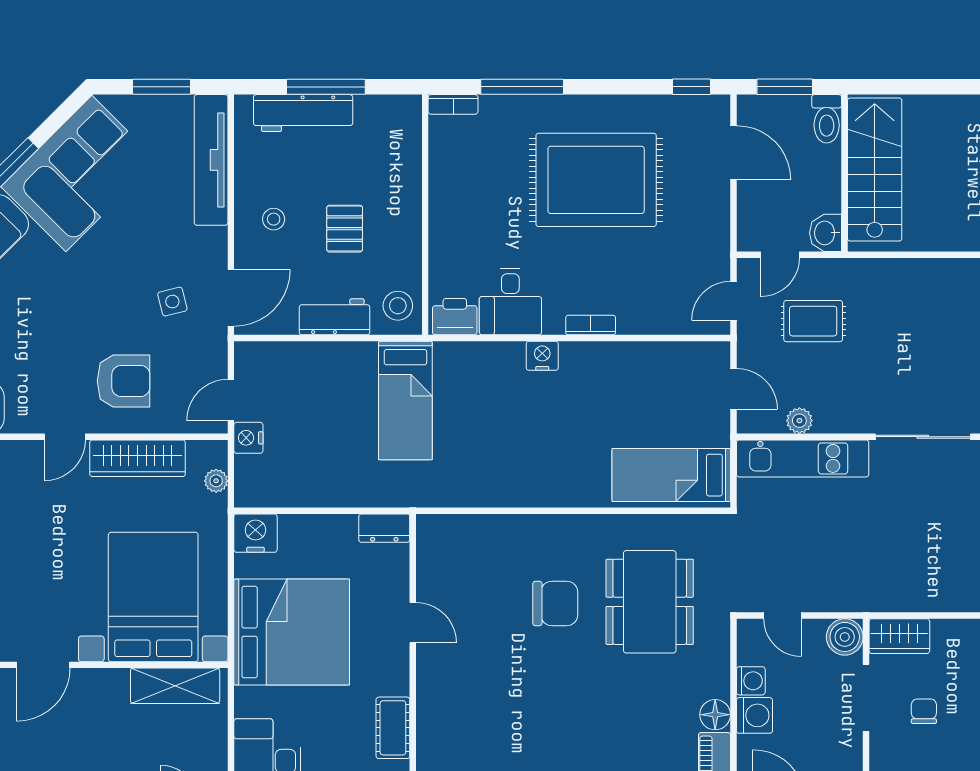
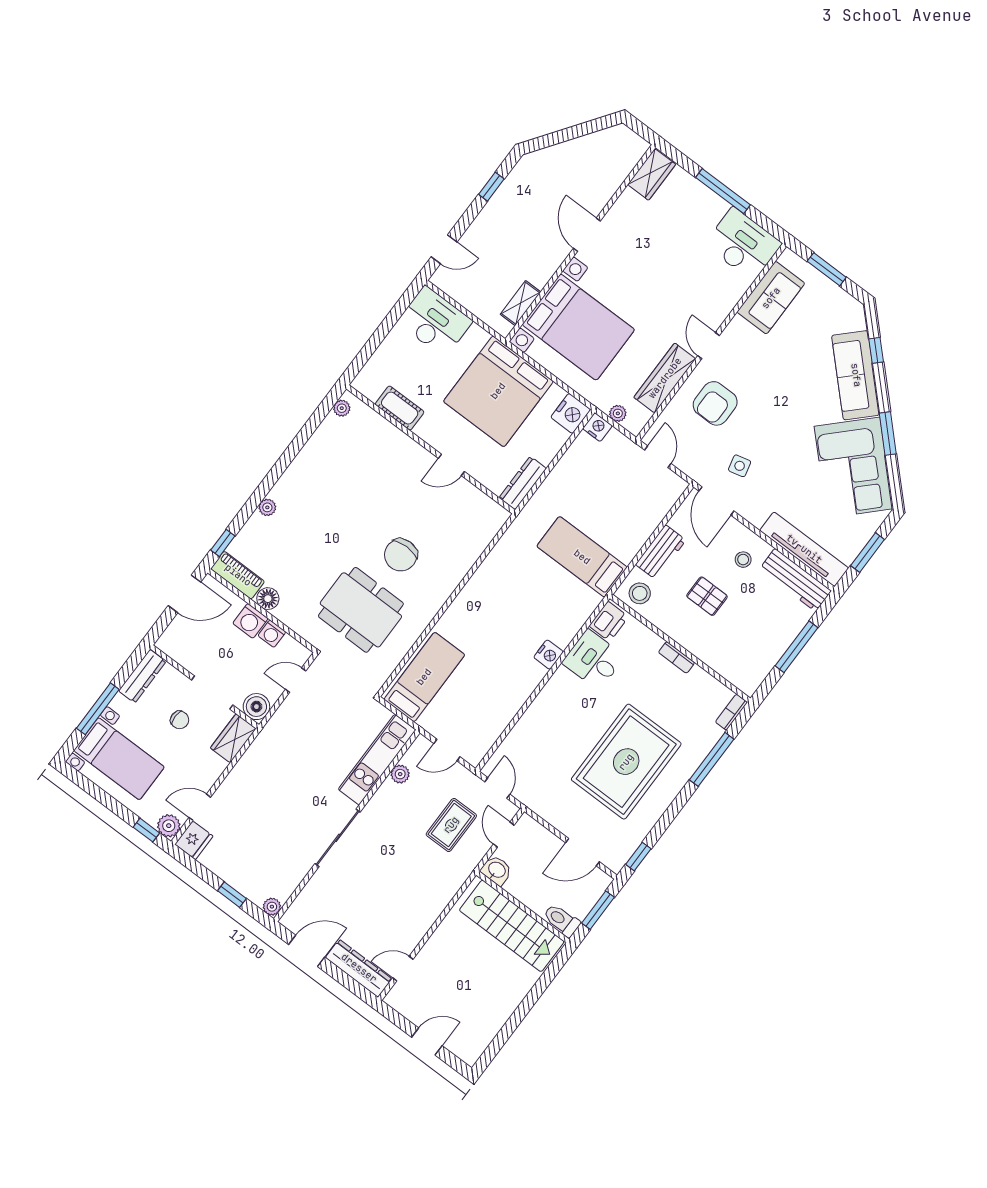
workbench: (303, 113) -> (795, 580), moved, turned -90
bookcase: (591, 325) -> (677, 657), moved, turned 90
nightstand: (248, 438) -> (597, 427), moved
dresser: (384, 528) -> (523, 483), width x1.44
shelving: (175, 686) -> (521, 303), width x0.67, depth x0.75

